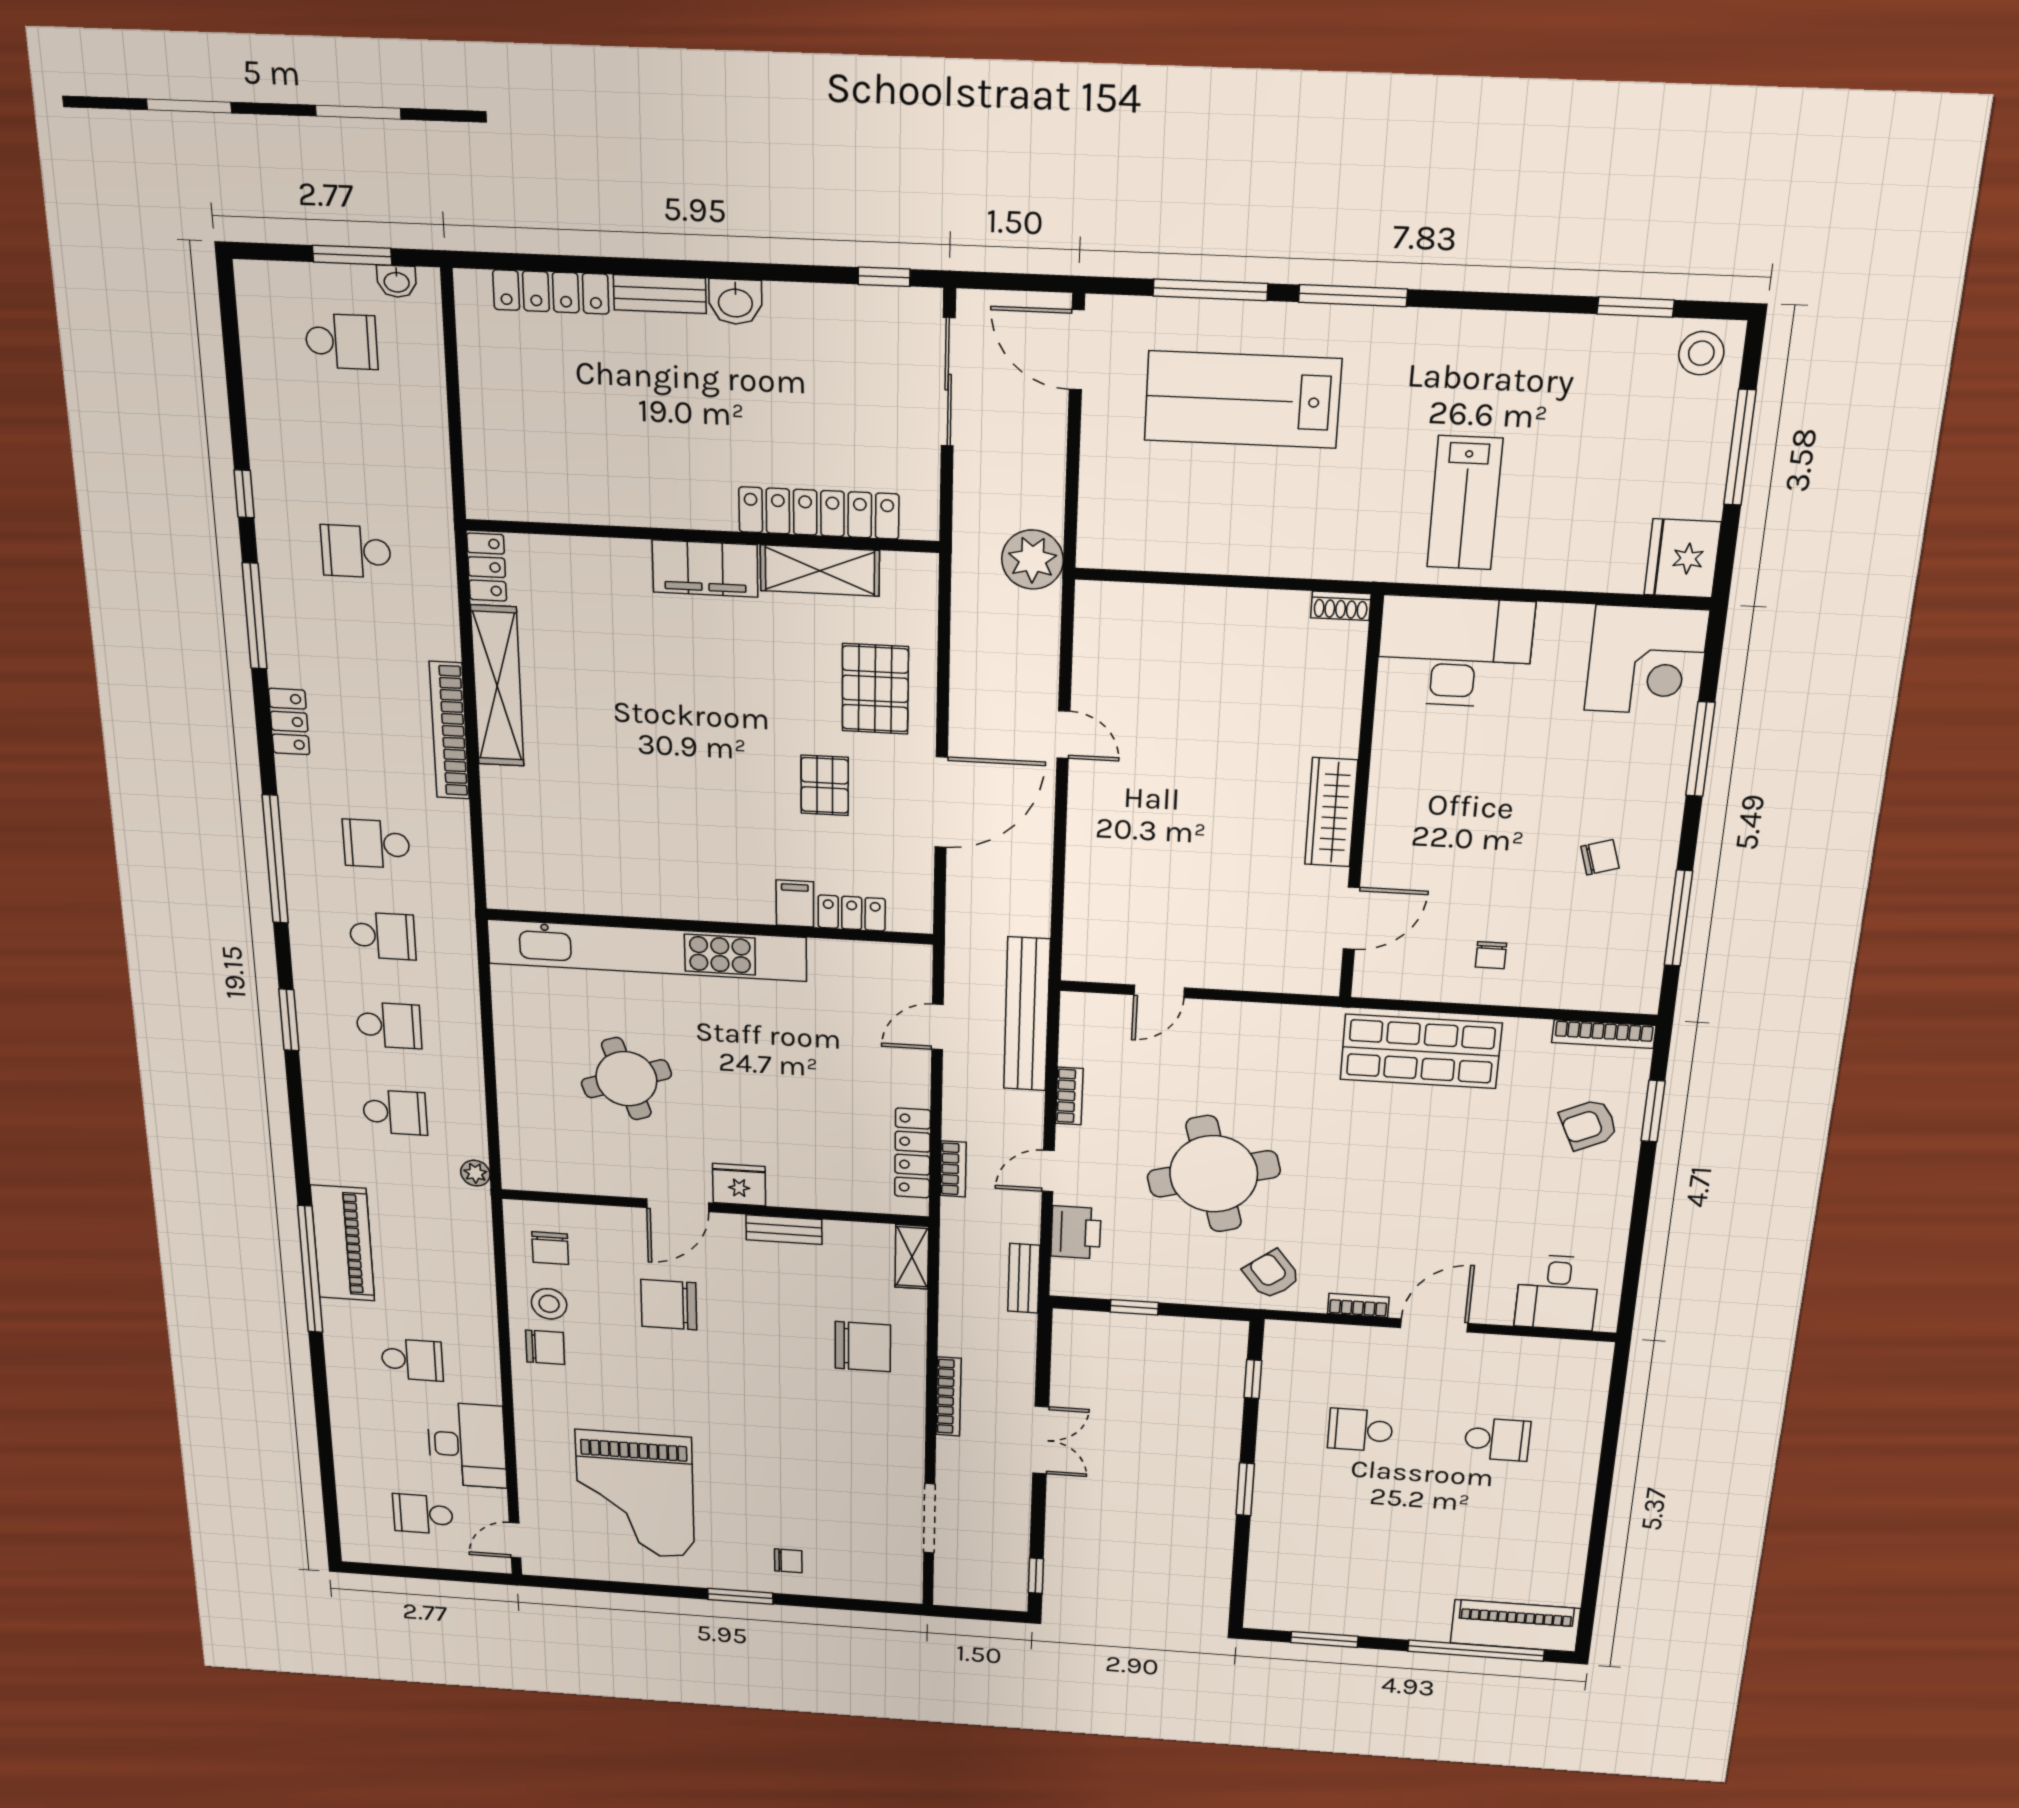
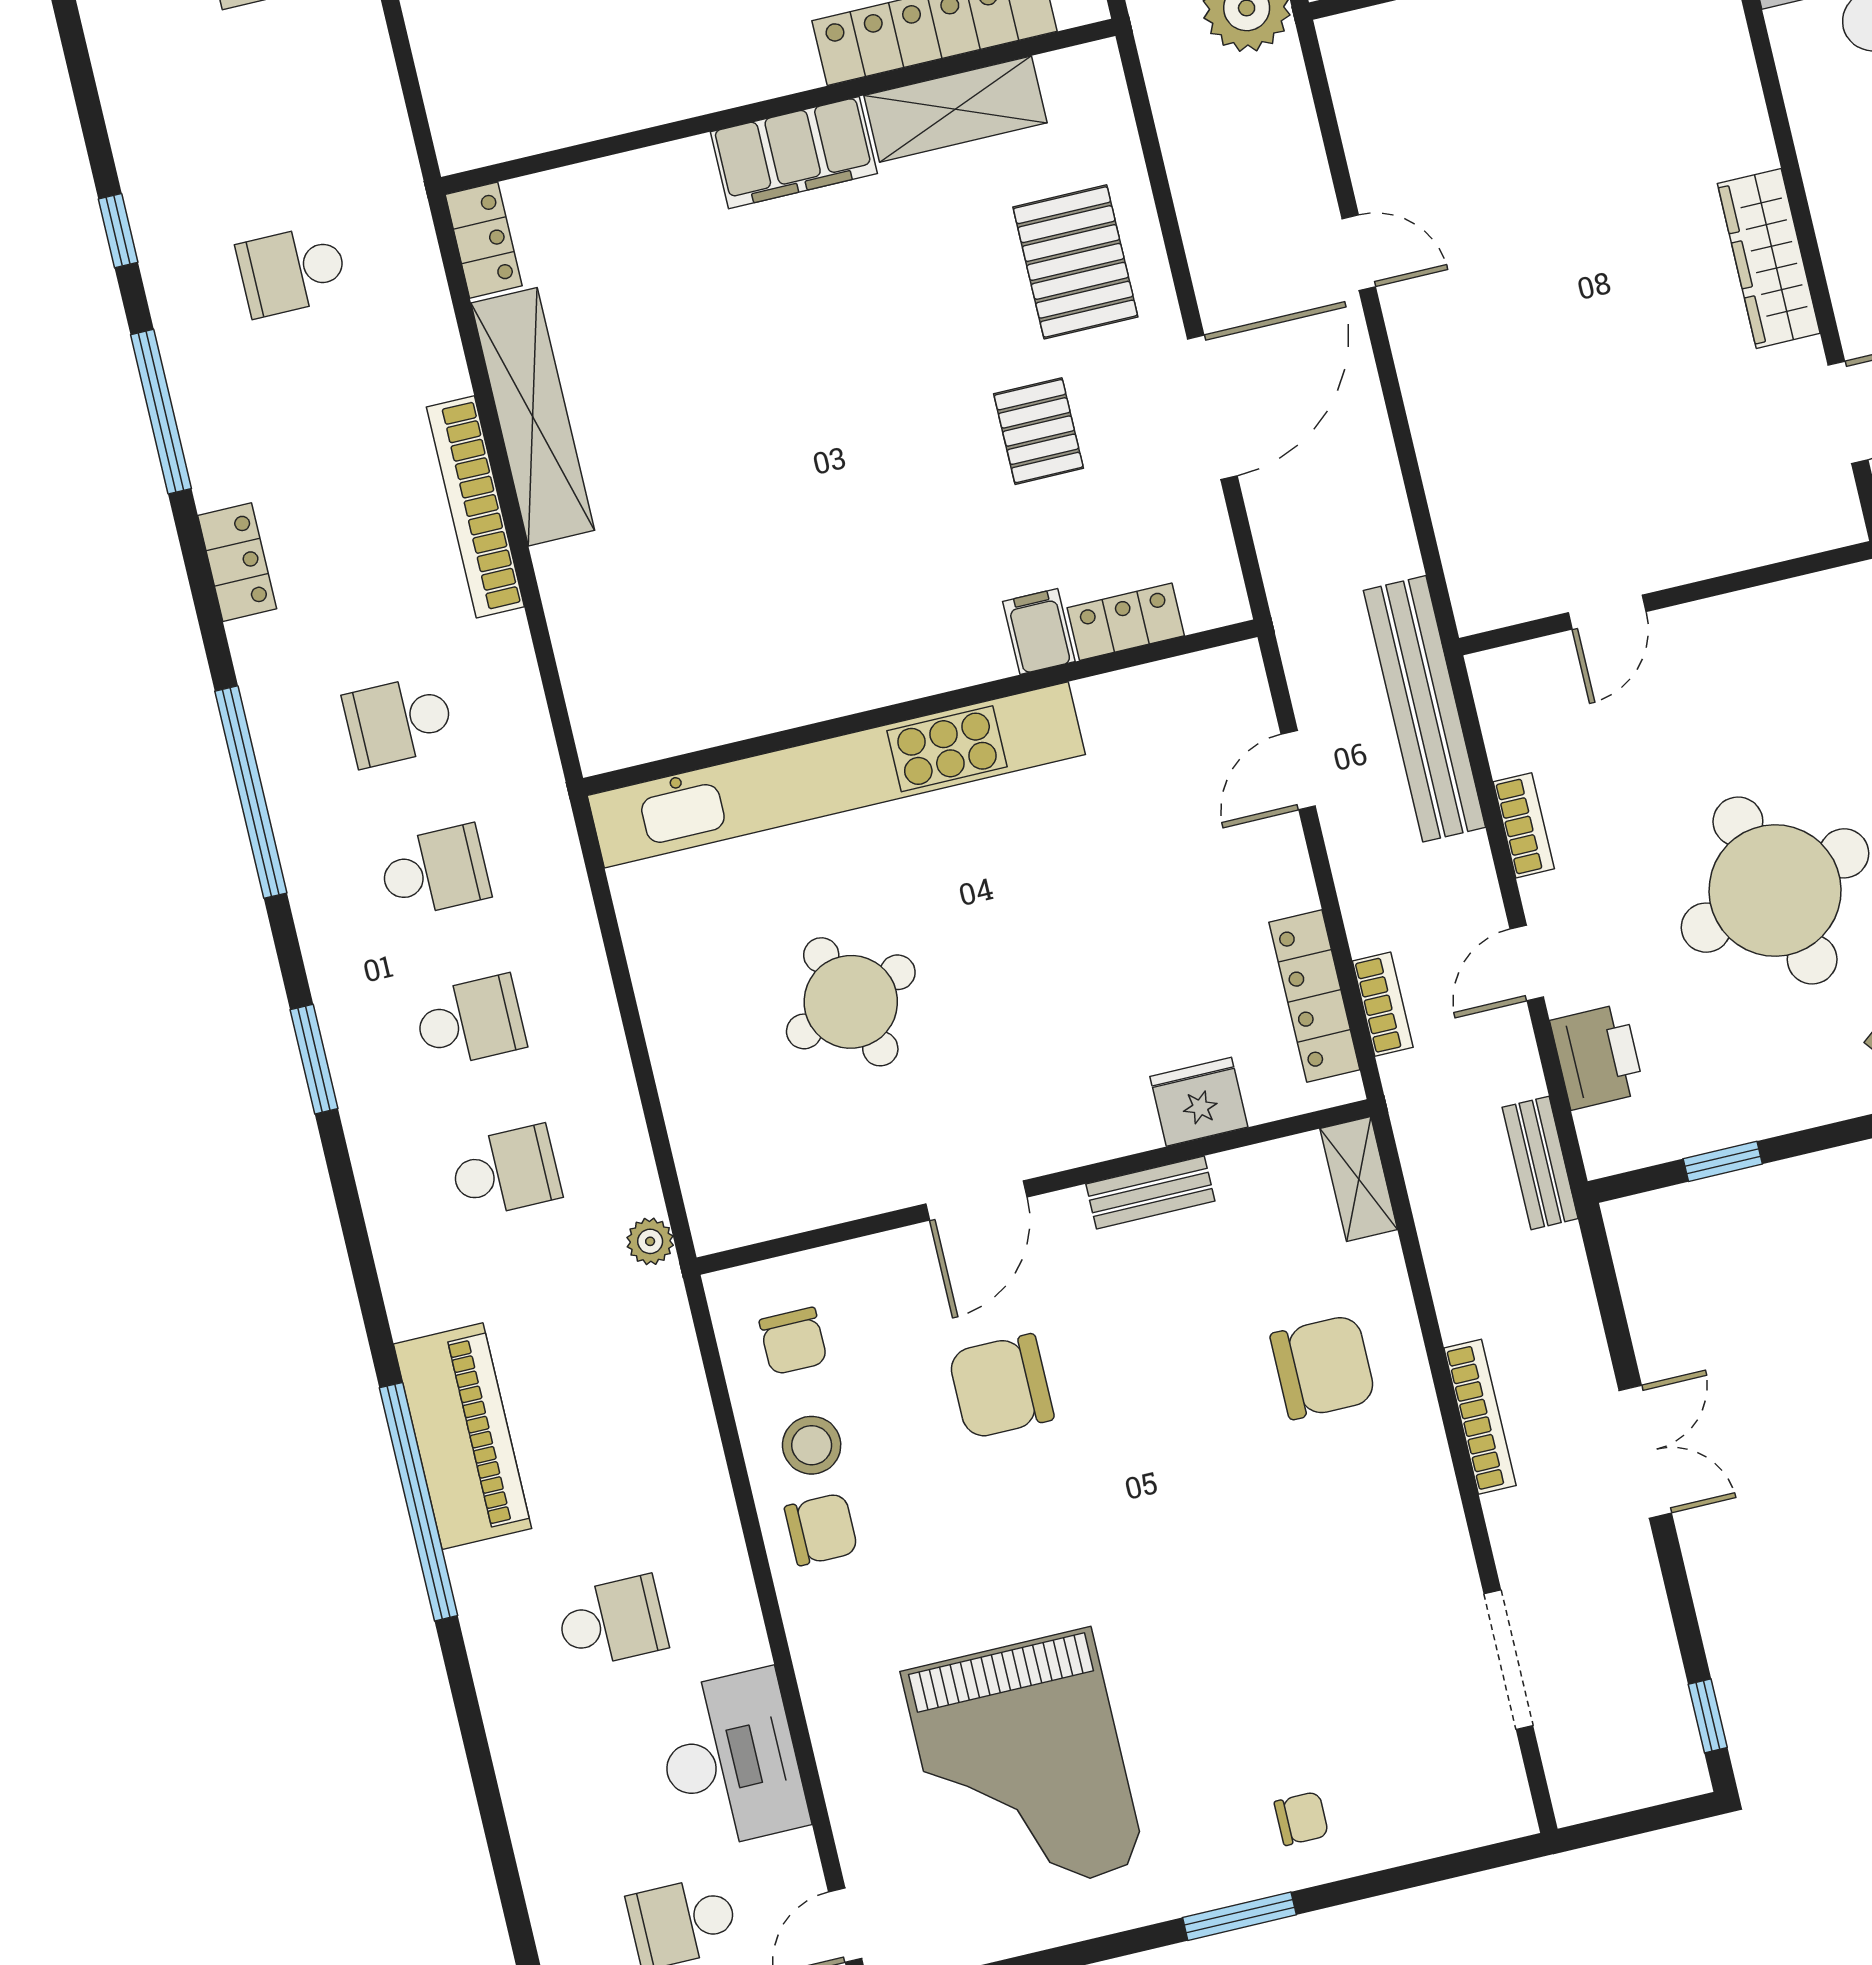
fridge: (739, 1185) -> (1199, 1102), moved

